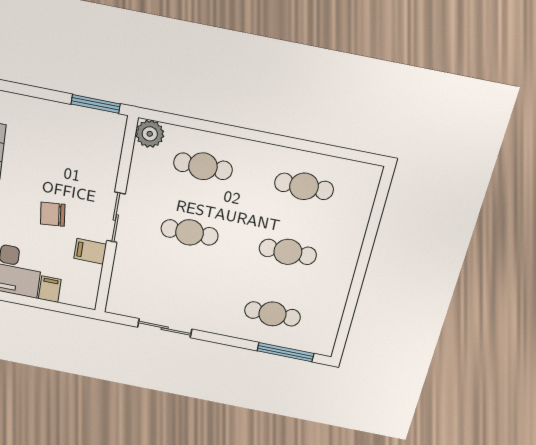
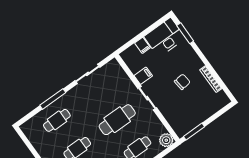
chair: (53, 214) -> (182, 82), moved
cafe table: (190, 232) -> (117, 120), width x1.37, depth x1.35
window: (286, 352) -> (53, 99), moved

